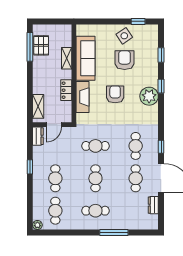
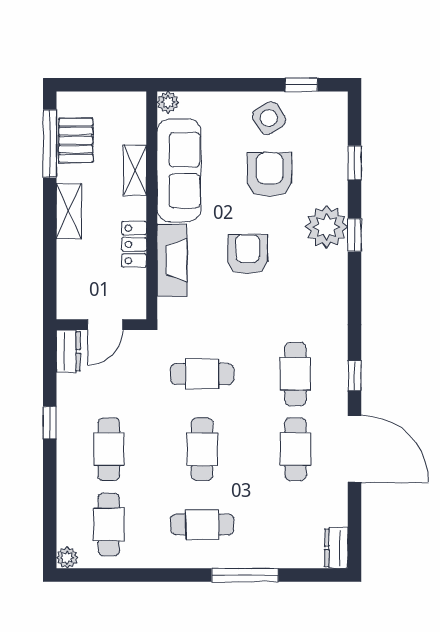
plant: (81, 29) -> (168, 102), added
plant: (149, 96) -> (327, 227), moved
shelving: (38, 106) -> (69, 211), moved
dresser: (153, 205) -> (336, 548), moved

